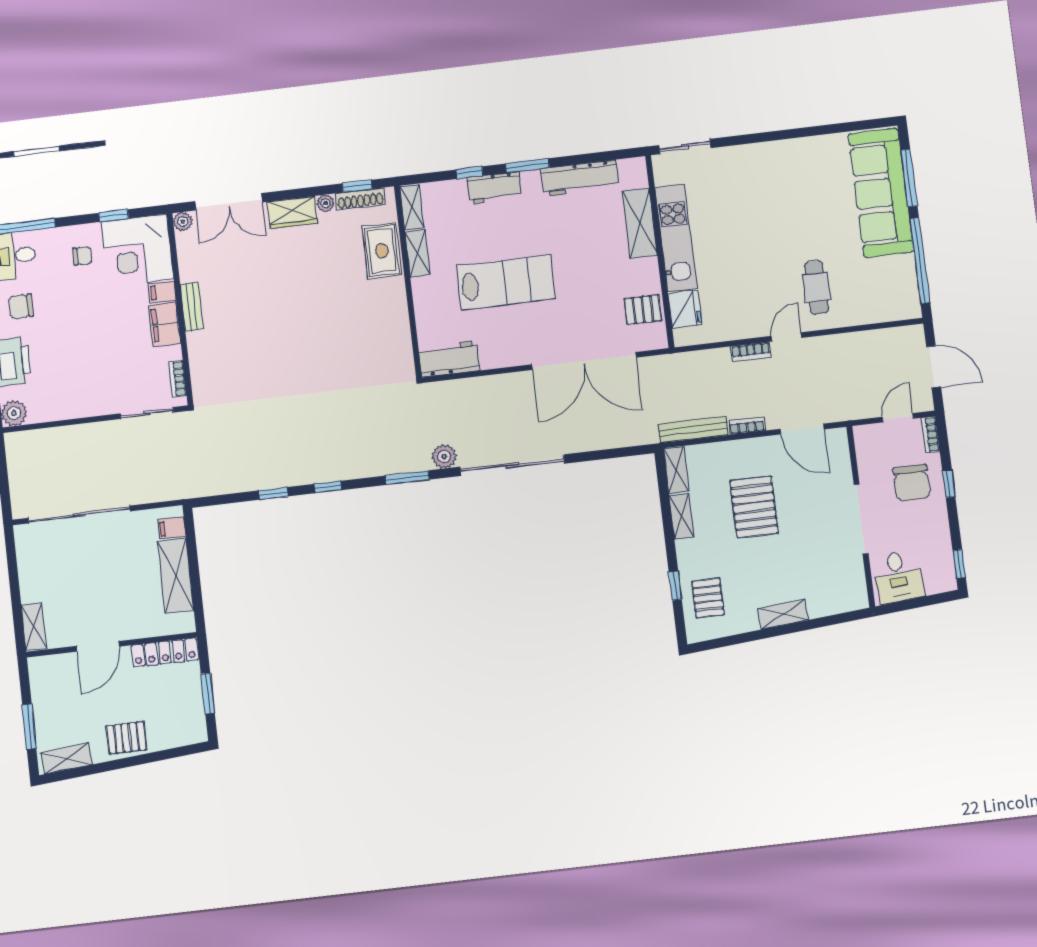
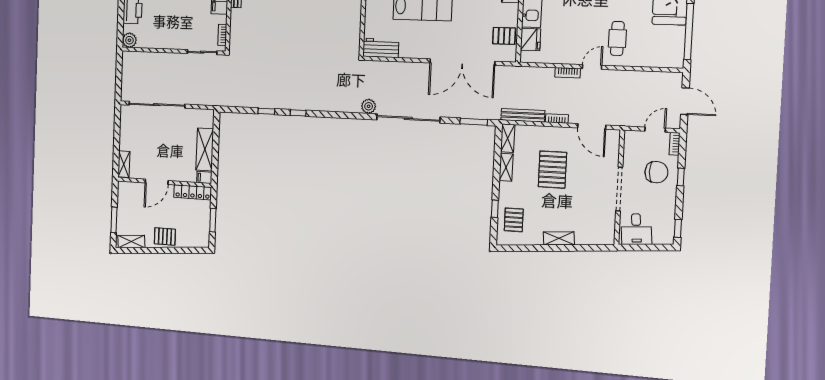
window: (407, 478) -> (474, 122), moved
chair: (912, 483) -> (656, 172), turned -90
filing cabinet: (172, 528) -> (204, 178), moved

